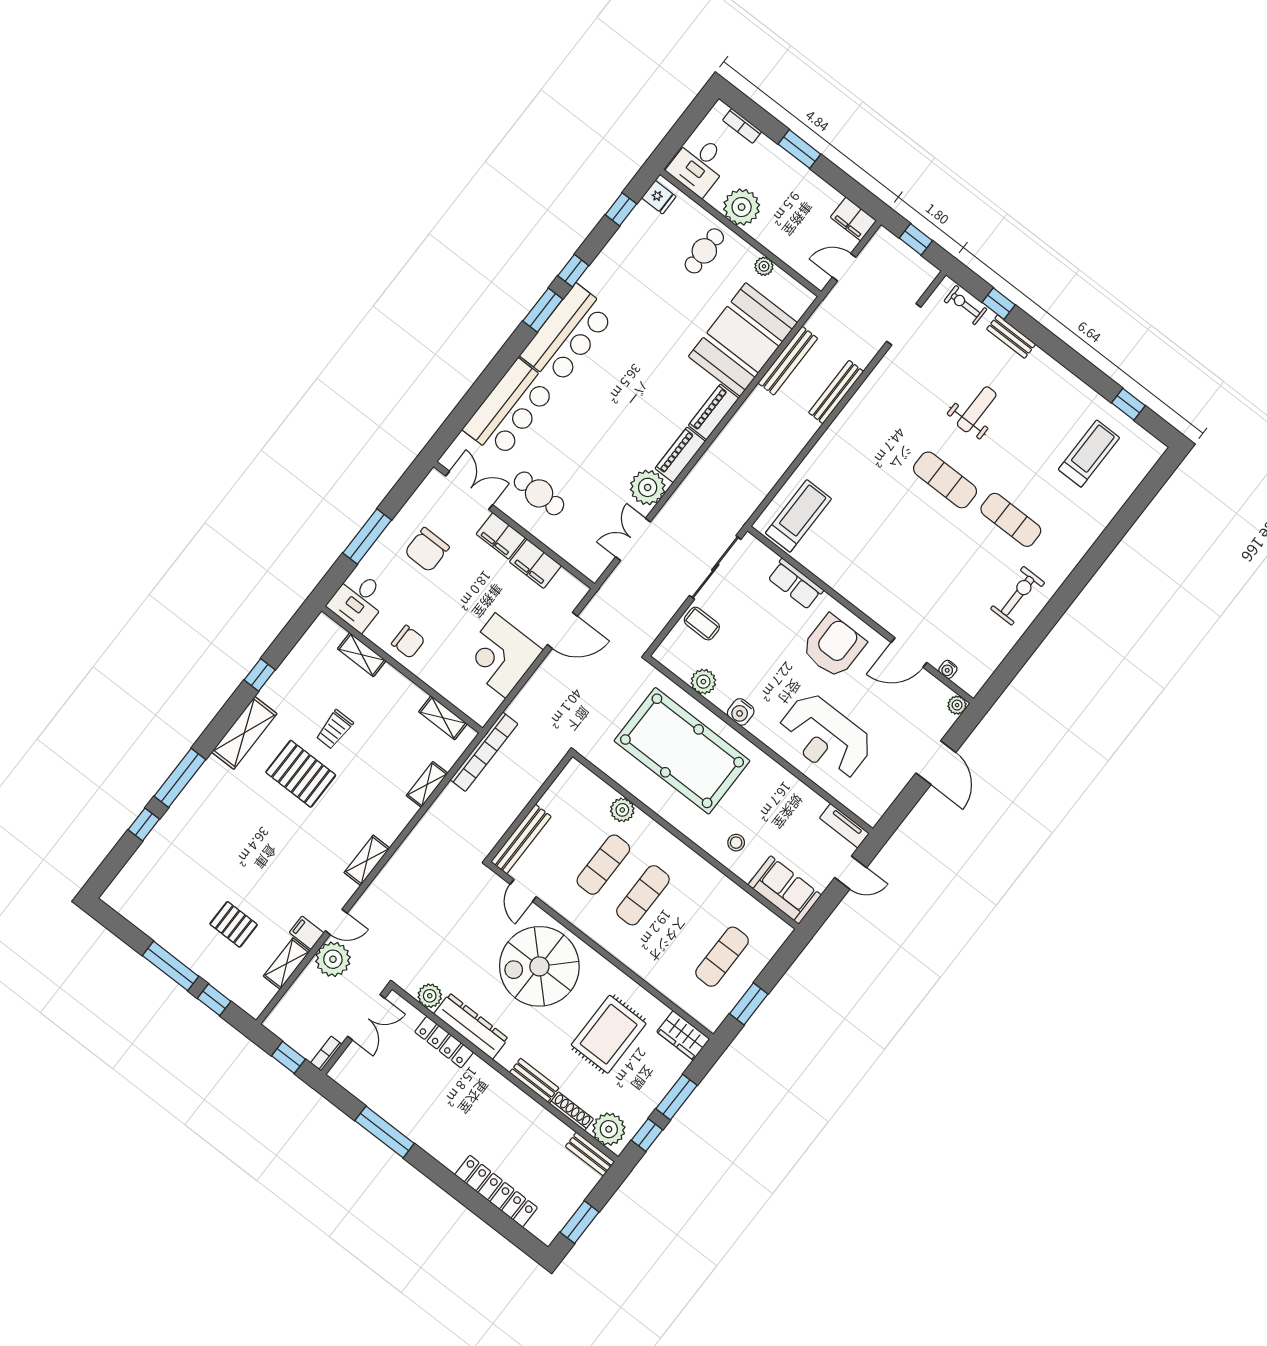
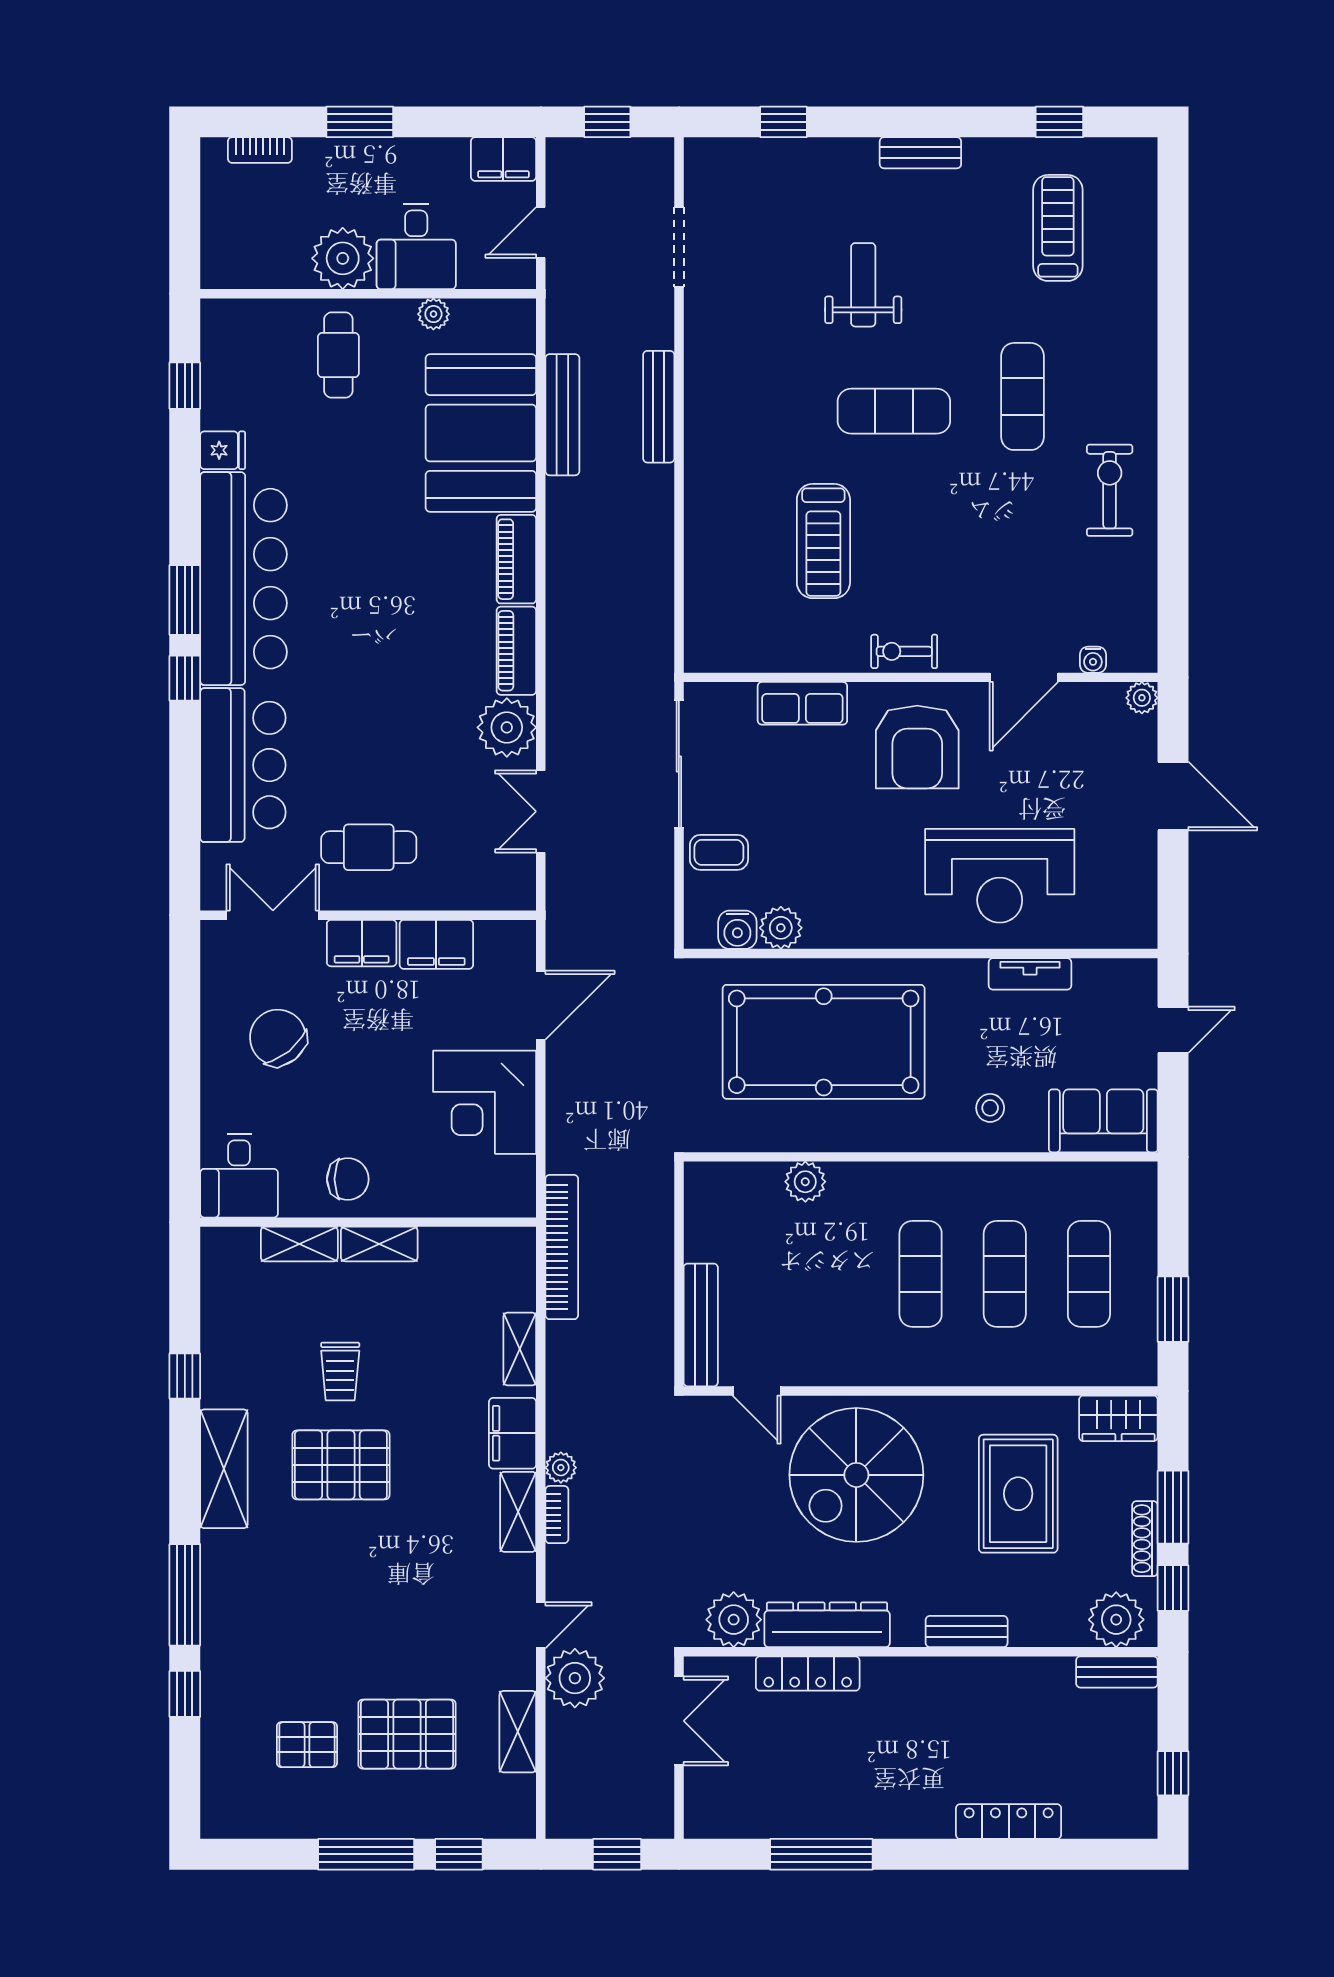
desk: (699, 165) -> (416, 246), moved
fridge: (659, 197) -> (223, 450), moved
window: (573, 271) -> (185, 678), moved
exercise bike: (965, 305) -> (904, 651), moved
bar counter: (568, 335) -> (243, 579), width x1.36
bench: (1011, 337) -> (920, 153), moved
treadmill: (798, 516) -> (823, 541), moved, turned 180
exercise mat: (1011, 520) -> (1022, 396), turned 90
window: (367, 536) -> (185, 1081), removed
chair: (427, 550) -> (278, 1038), turned 141
armchair: (834, 646) -> (917, 747), turned 180
water cooler: (741, 712) -> (737, 930), moved
shelving: (443, 718) -> (379, 1244), moved
tv unit: (844, 826) -> (1030, 974), moved
plant: (403, 855) -> (561, 1468), added
exercise mat: (603, 865) -> (1005, 1274), moved
pallet: (183, 893) -> (307, 1745), added
pallet: (234, 924) -> (407, 1734), width x1.50, depth x1.42
filing cabinet: (307, 933) -> (513, 1433), moved, width x2.00
plant: (430, 996) -> (734, 1620), width x1.36, depth x1.36
bookcase: (326, 1054) -> (557, 1515), moved, turned 180
shoe rack: (571, 1111) -> (1145, 1539), moved, turned -90
locker: (496, 1191) -> (1009, 1822), width x0.71, depth x0.83
window: (579, 1222) -> (1173, 1773), width x0.67

